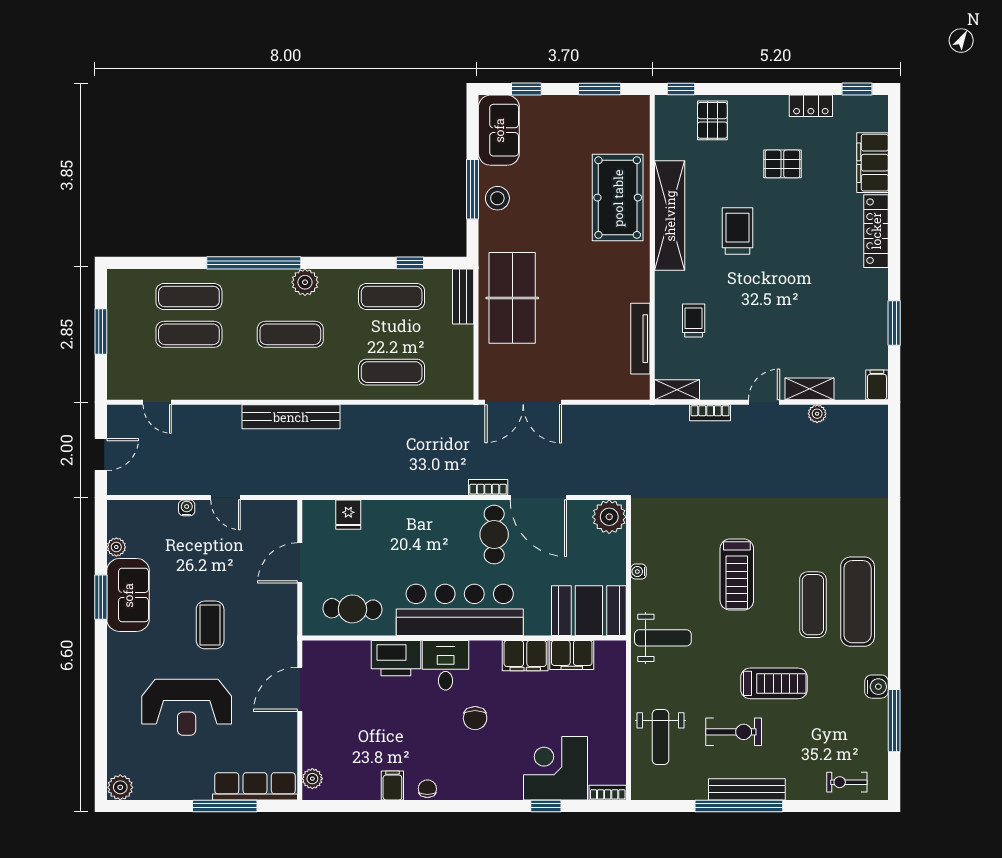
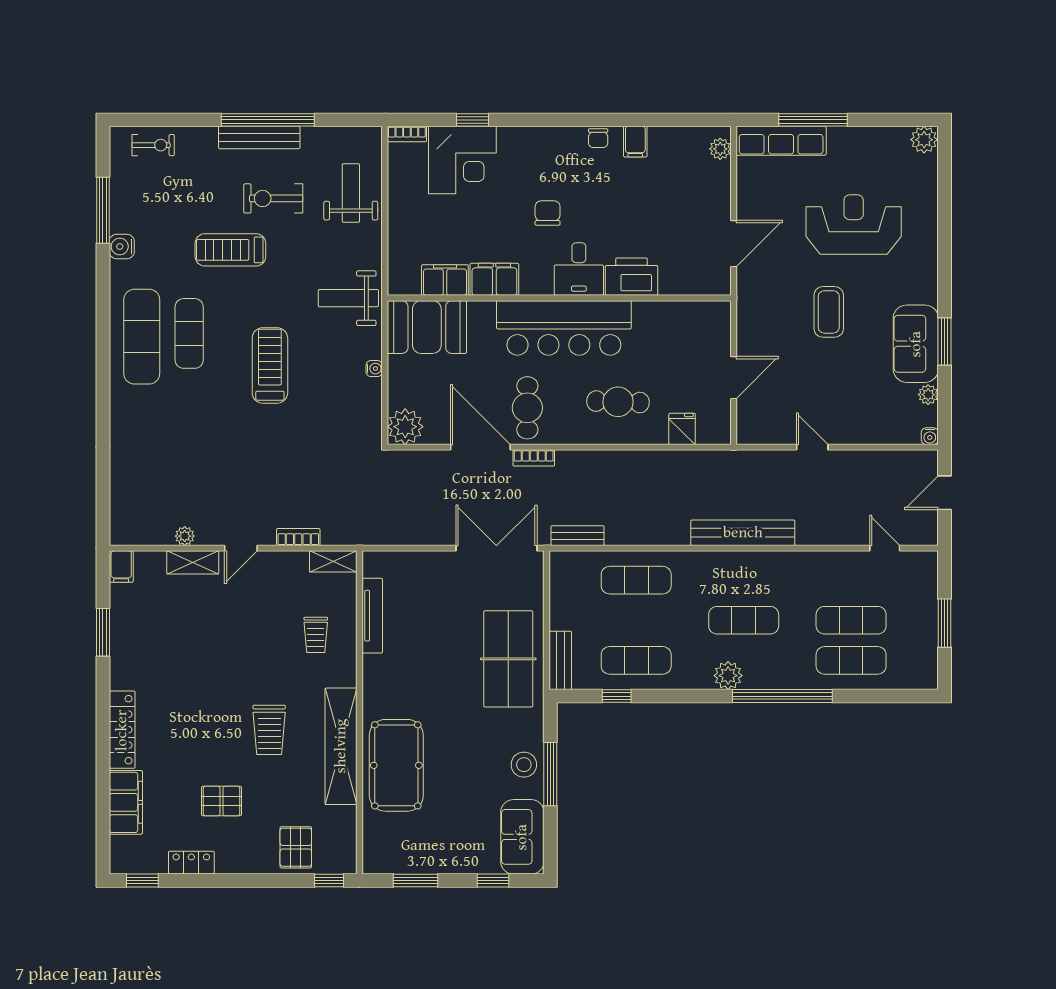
bench: (447, 414) -> (577, 536), added
water cooler: (187, 508) -> (930, 436), moved
cafe table: (352, 609) -> (618, 402), moved

